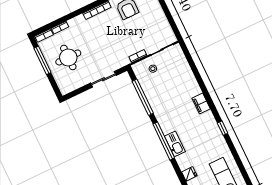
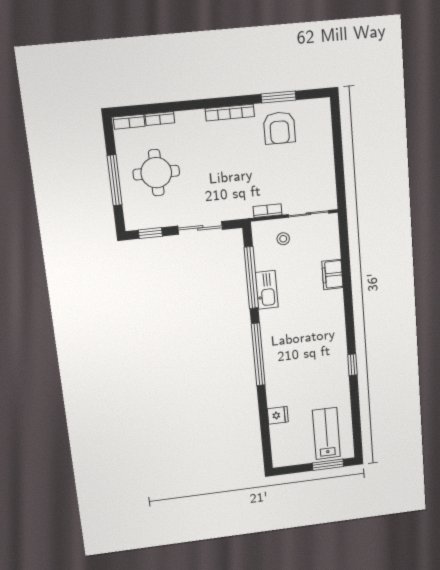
window: (42, 60) -> (115, 180), moved
window: (77, 92) -> (150, 233), added
filing cabinet: (201, 104) -> (332, 274), moved
kitchen sink: (175, 144) -> (267, 290), moved

